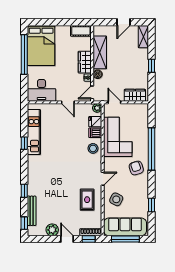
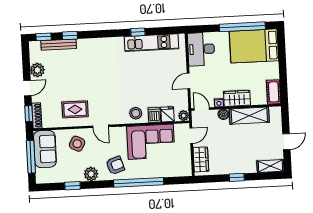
door: (123, 22) -> (286, 142), swing flipped
plant: (142, 189) -> (91, 174), added
window: (24, 191) -> (70, 36), moved
sofa: (125, 227) -> (45, 149), width x0.73

